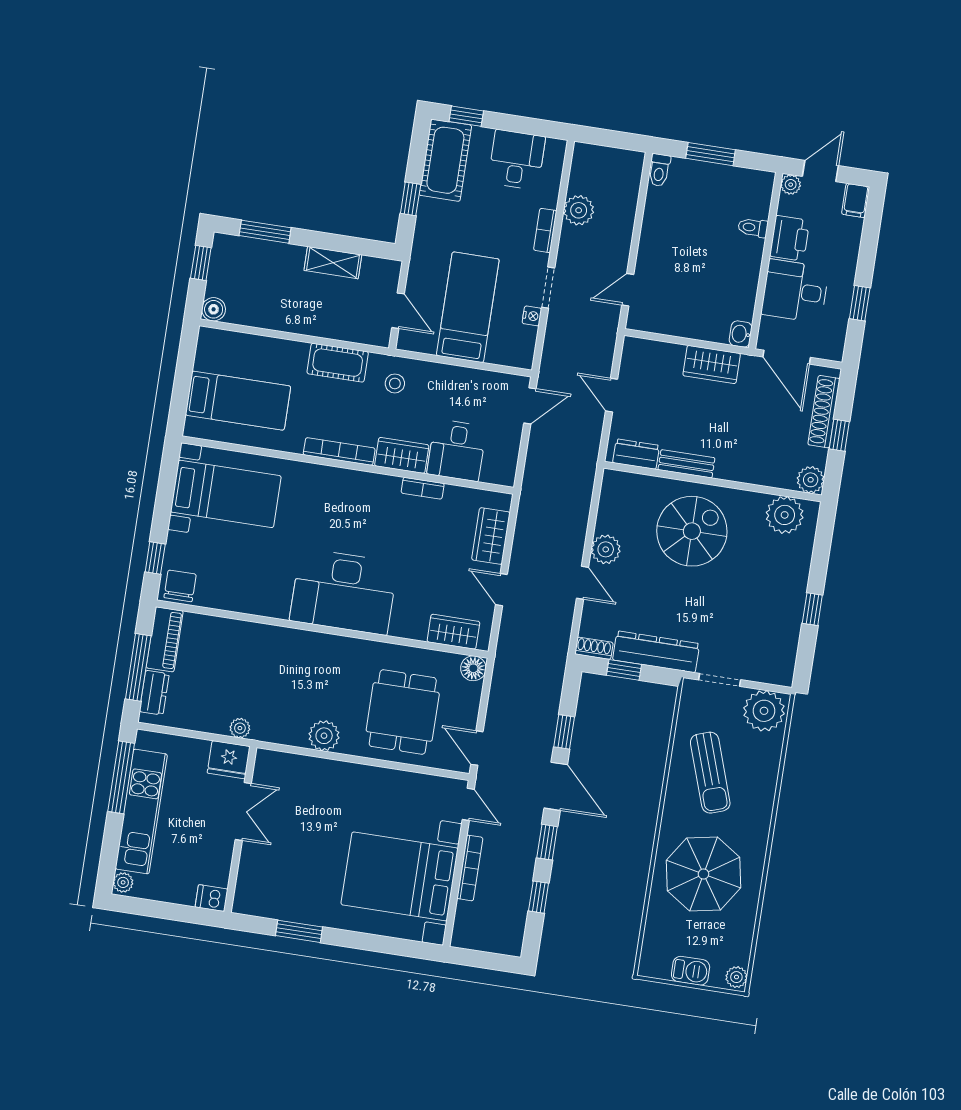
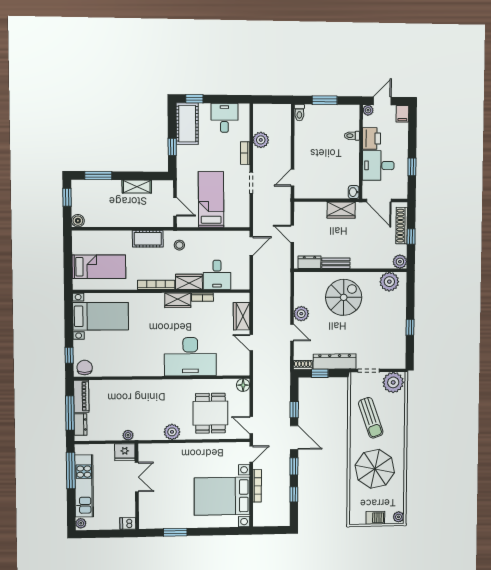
nightstand: (532, 316) -> (245, 199), removed
desk: (344, 592) -> (190, 357), moved
wardrobe: (453, 632) -> (178, 300), moved, turned 180
door: (468, 804) -> (251, 454), hinge flipped

